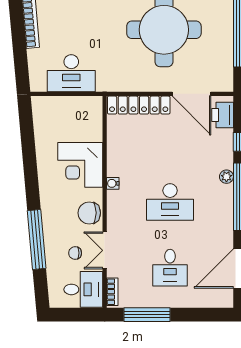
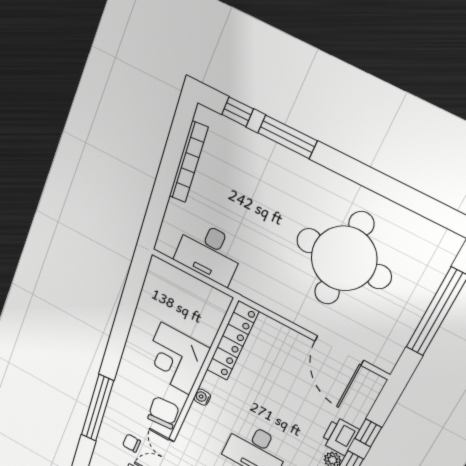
locker: (139, 105) -> (233, 341), moved, turned -90
printer: (223, 115) -> (340, 436), moved
chair: (89, 213) -> (163, 413), turned 85

